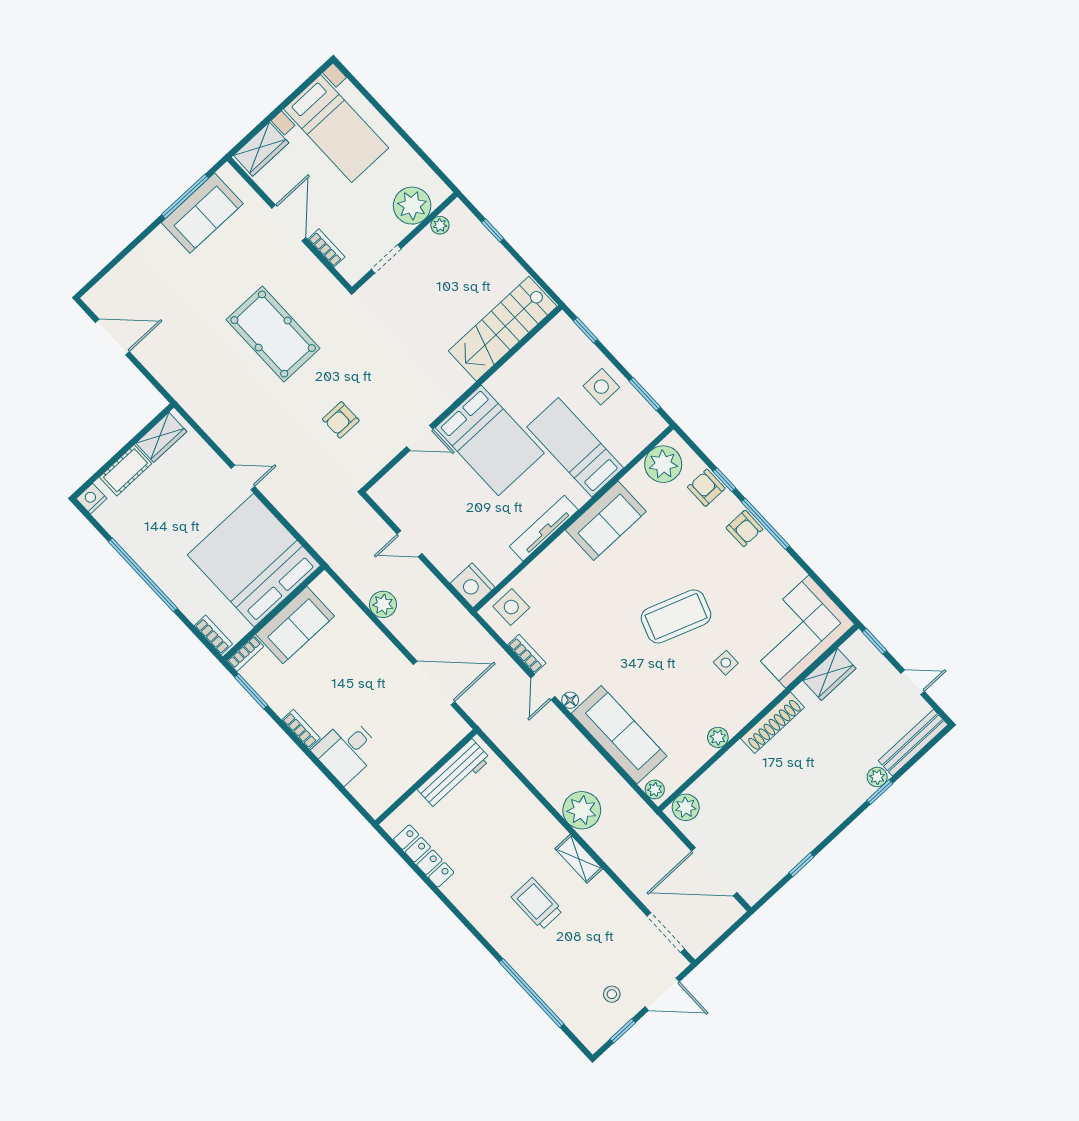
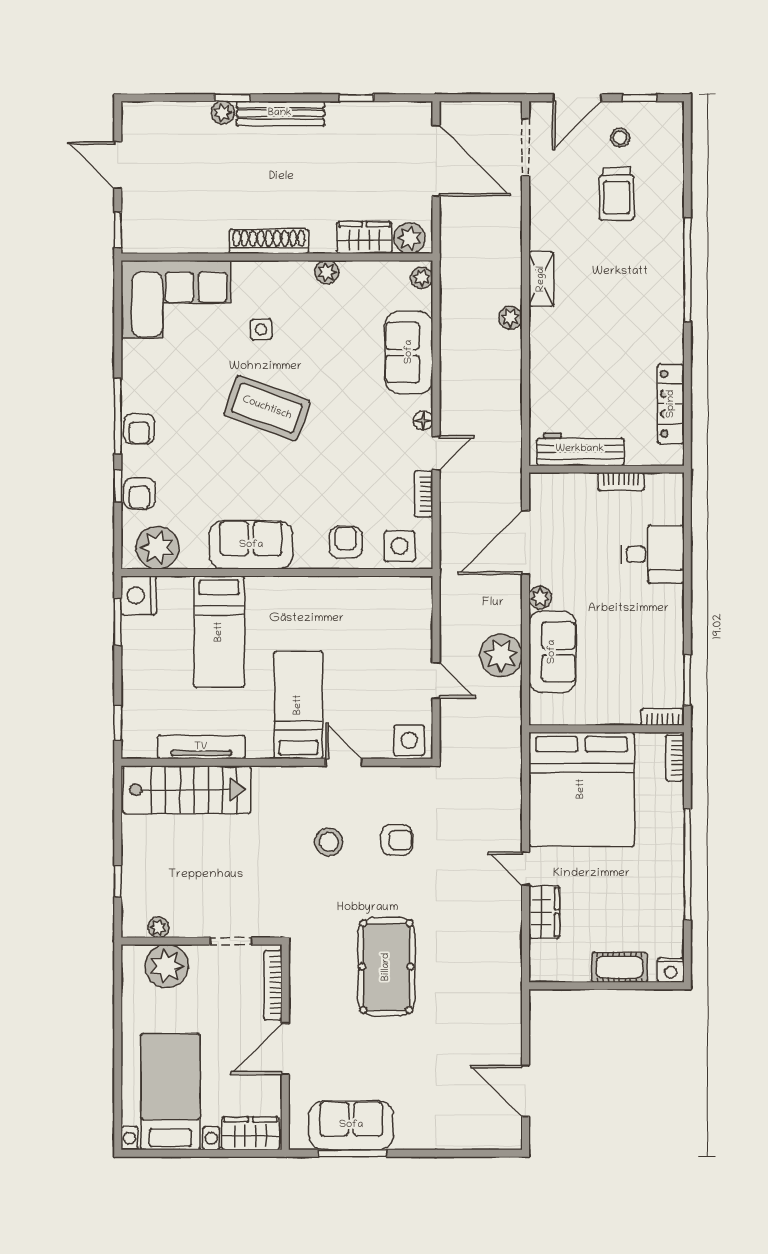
bookcase: (326, 248) -> (273, 985), width x1.56
stool: (382, 379) -> (329, 842), added
side table: (601, 387) -> (409, 740), moved
wardrobe: (161, 437) -> (544, 912), moved, turned 90
bed: (490, 440) -> (298, 705), width x0.67
tv unit: (544, 528) -> (201, 747), moved, turned 180
armchair: (744, 528) -> (139, 429), turned 180
armchair: (548, 578) -> (346, 542), added
nightstand: (473, 585) -> (139, 595), moved, turned 180
plant: (383, 604) -> (501, 656), width x1.36, depth x1.36
sofa: (295, 625) -> (552, 652), moved, turned 90
plant: (393, 657) -> (540, 597), added
wardrobe: (829, 674) -> (364, 238), moved
door: (913, 682) -> (118, 165), width x1.38
door: (434, 683) -> (525, 543), hinge flipped
bookcase: (301, 729) -> (621, 482), moved, turned -90
sofa: (619, 735) -> (409, 352), width x0.73
bench: (913, 743) -> (280, 113), moved
plant: (582, 810) -> (510, 318), width x0.53, depth x0.53
trolley: (537, 904) -> (617, 194), moved
window: (531, 993) -> (687, 270), moved
door: (662, 994) -> (577, 98), swing flipped

